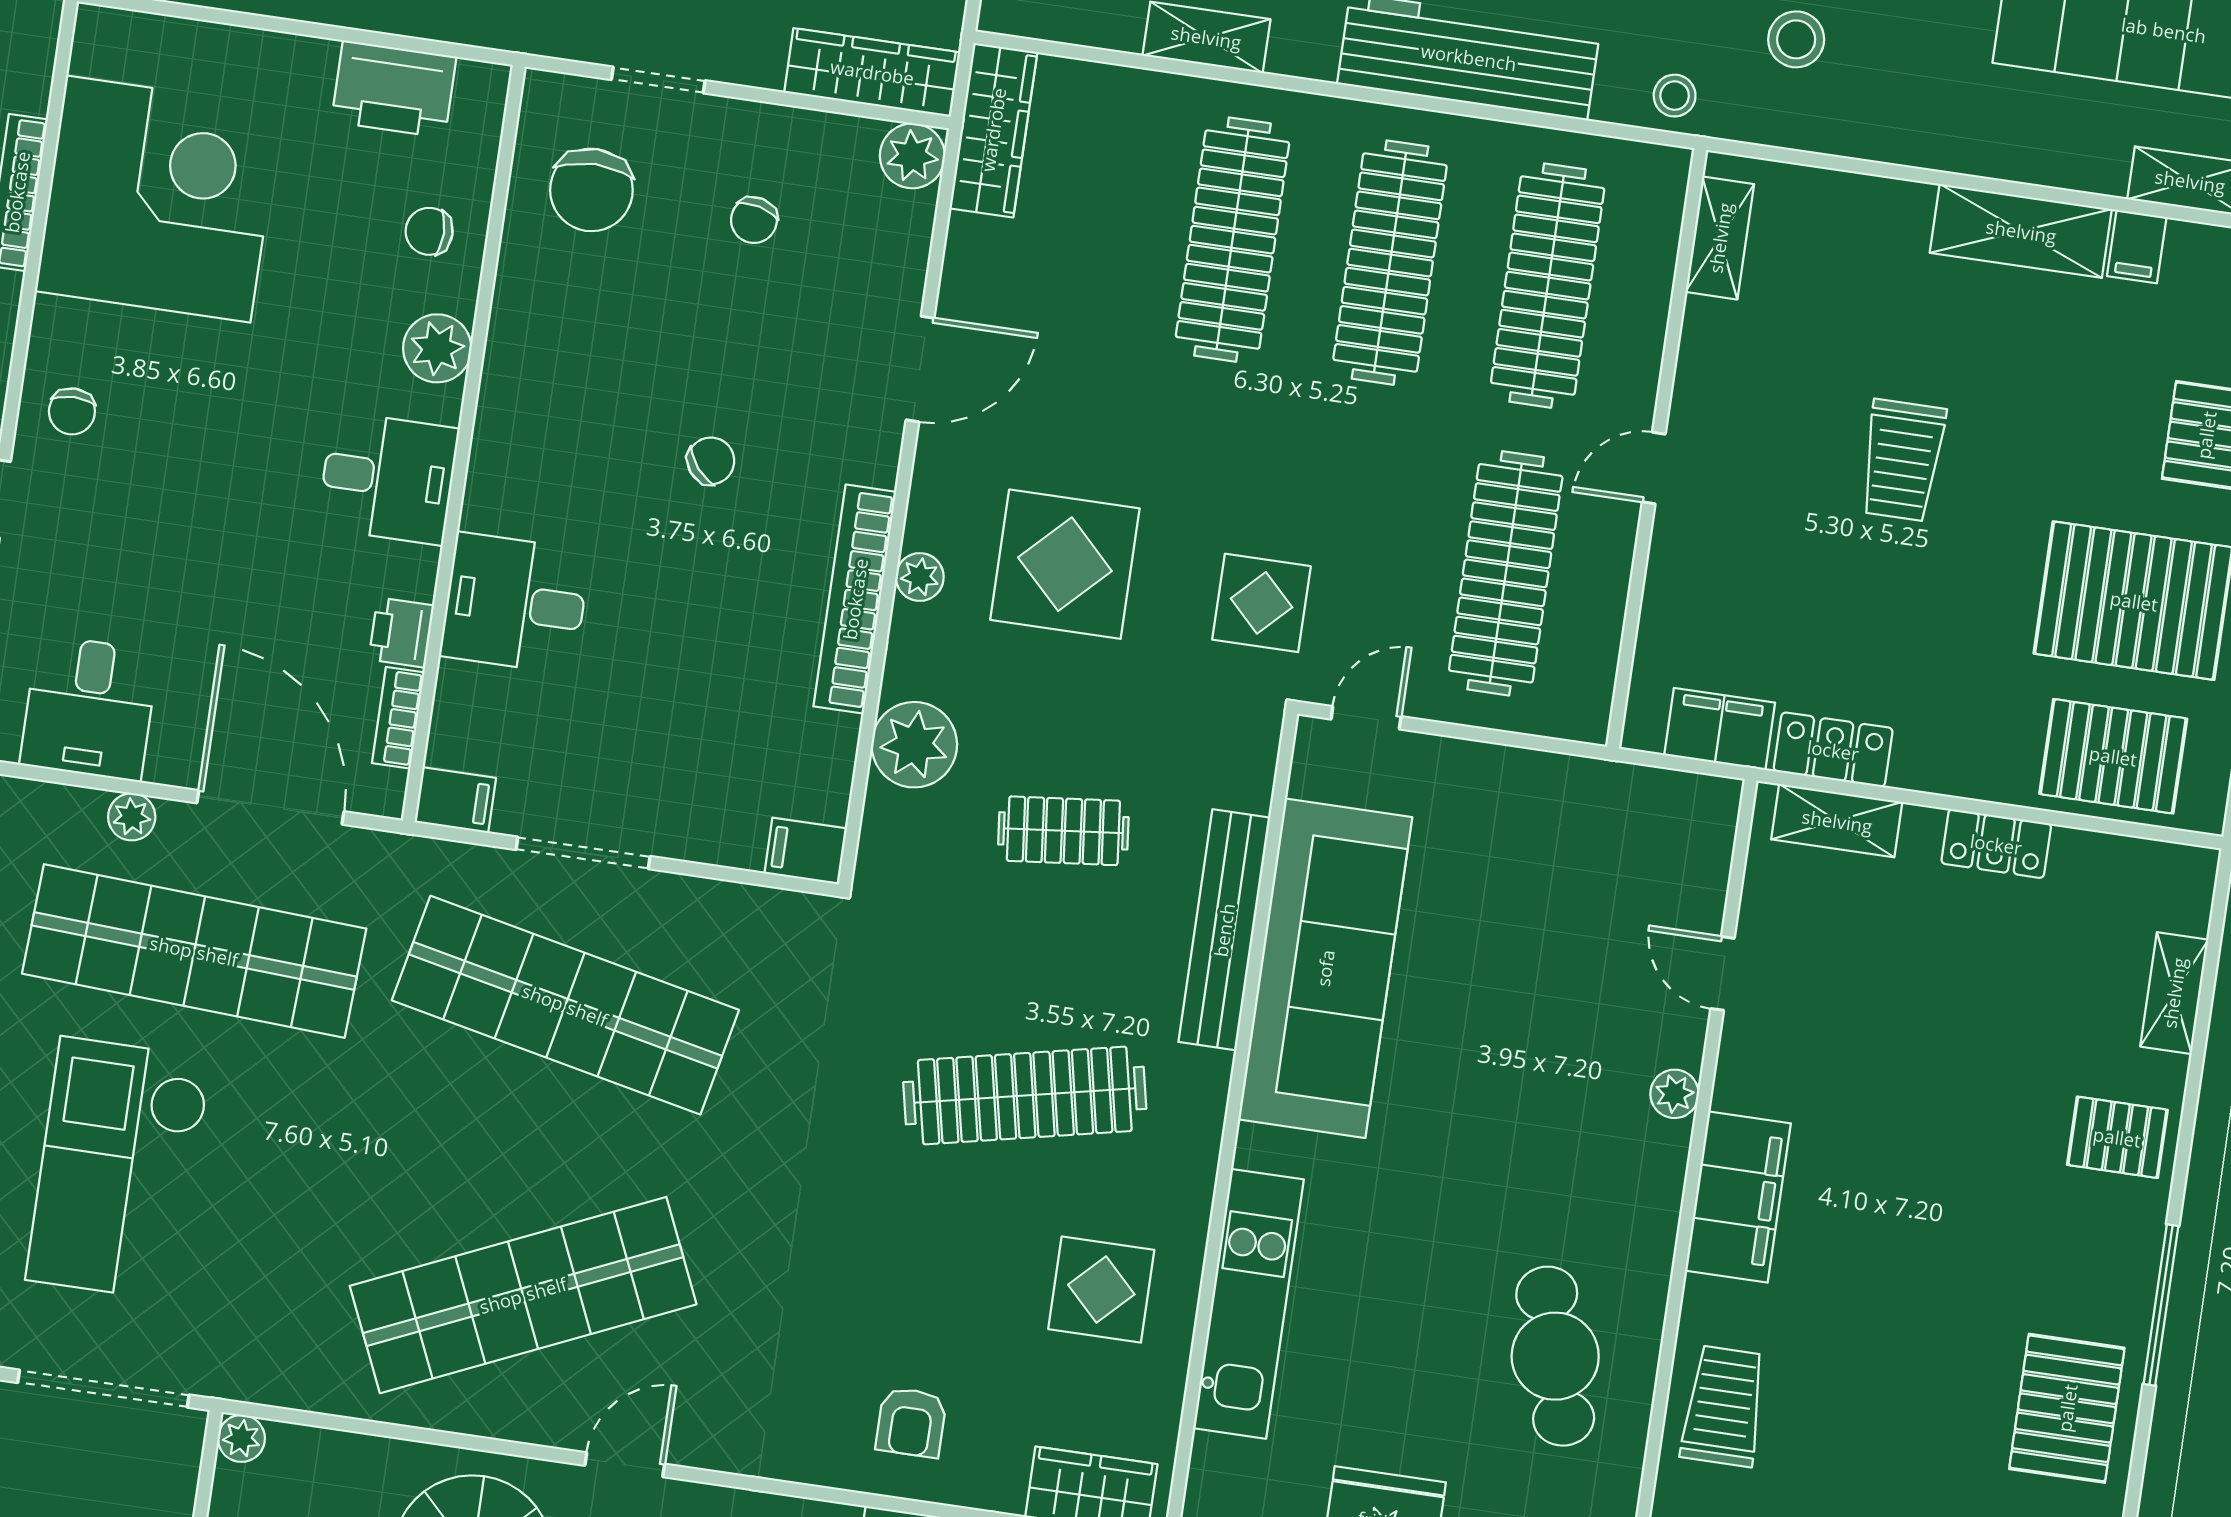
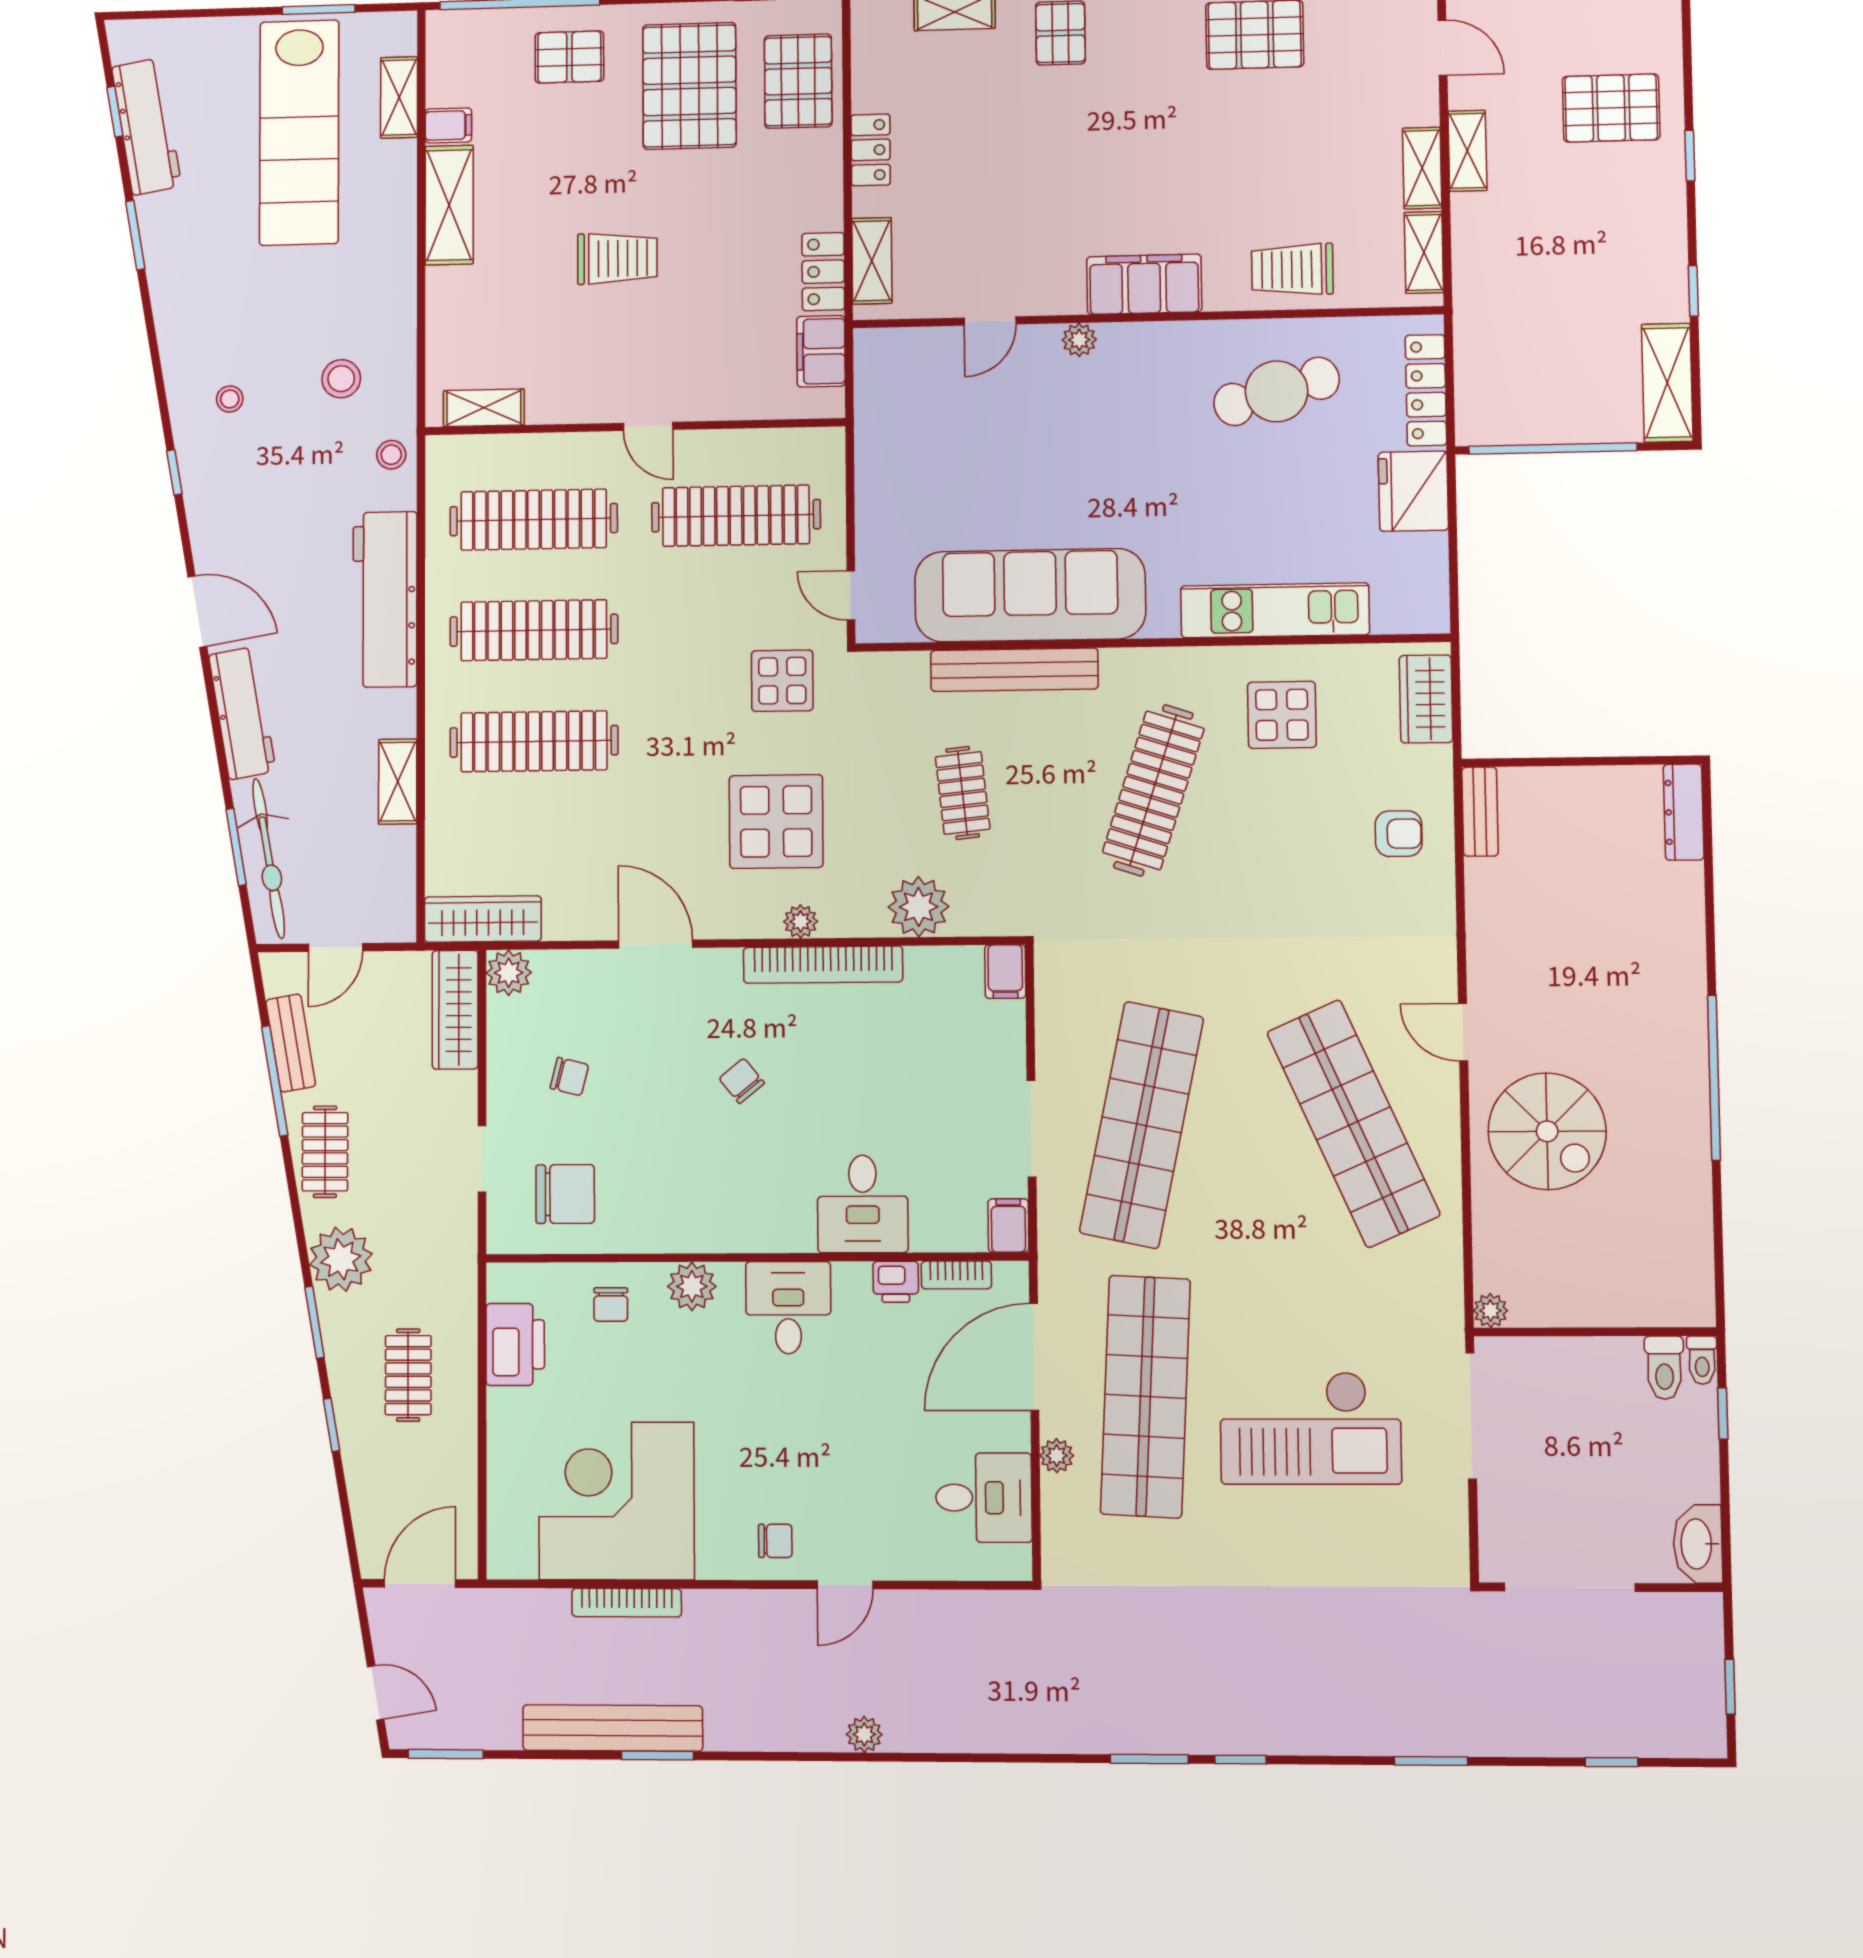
clothes rail: (1025, 1096) -> (1153, 790), turned 30

